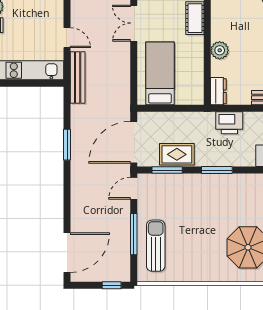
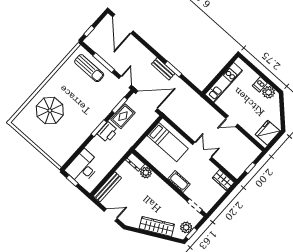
door: (67, 38) -> (232, 121), moved
plant: (220, 50) -> (146, 173), moved
bench: (78, 78) -> (163, 69), moved, width x0.73
printer: (229, 123) -> (108, 132), moved, turned 180
door: (134, 142) -> (147, 101), hinge flipped

